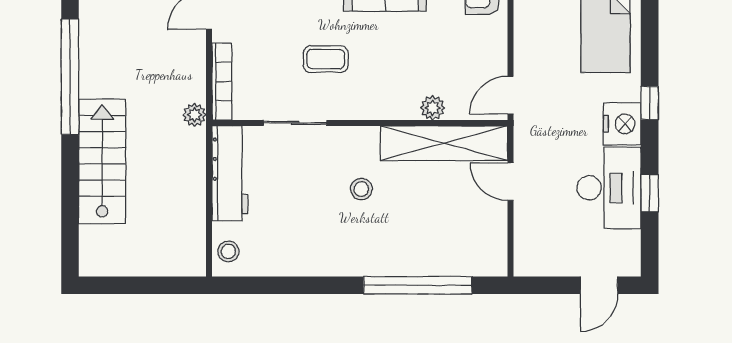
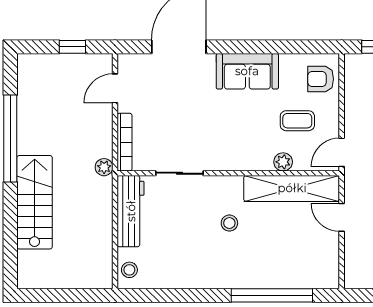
coffee table: (326, 59) -> (297, 121), moved

